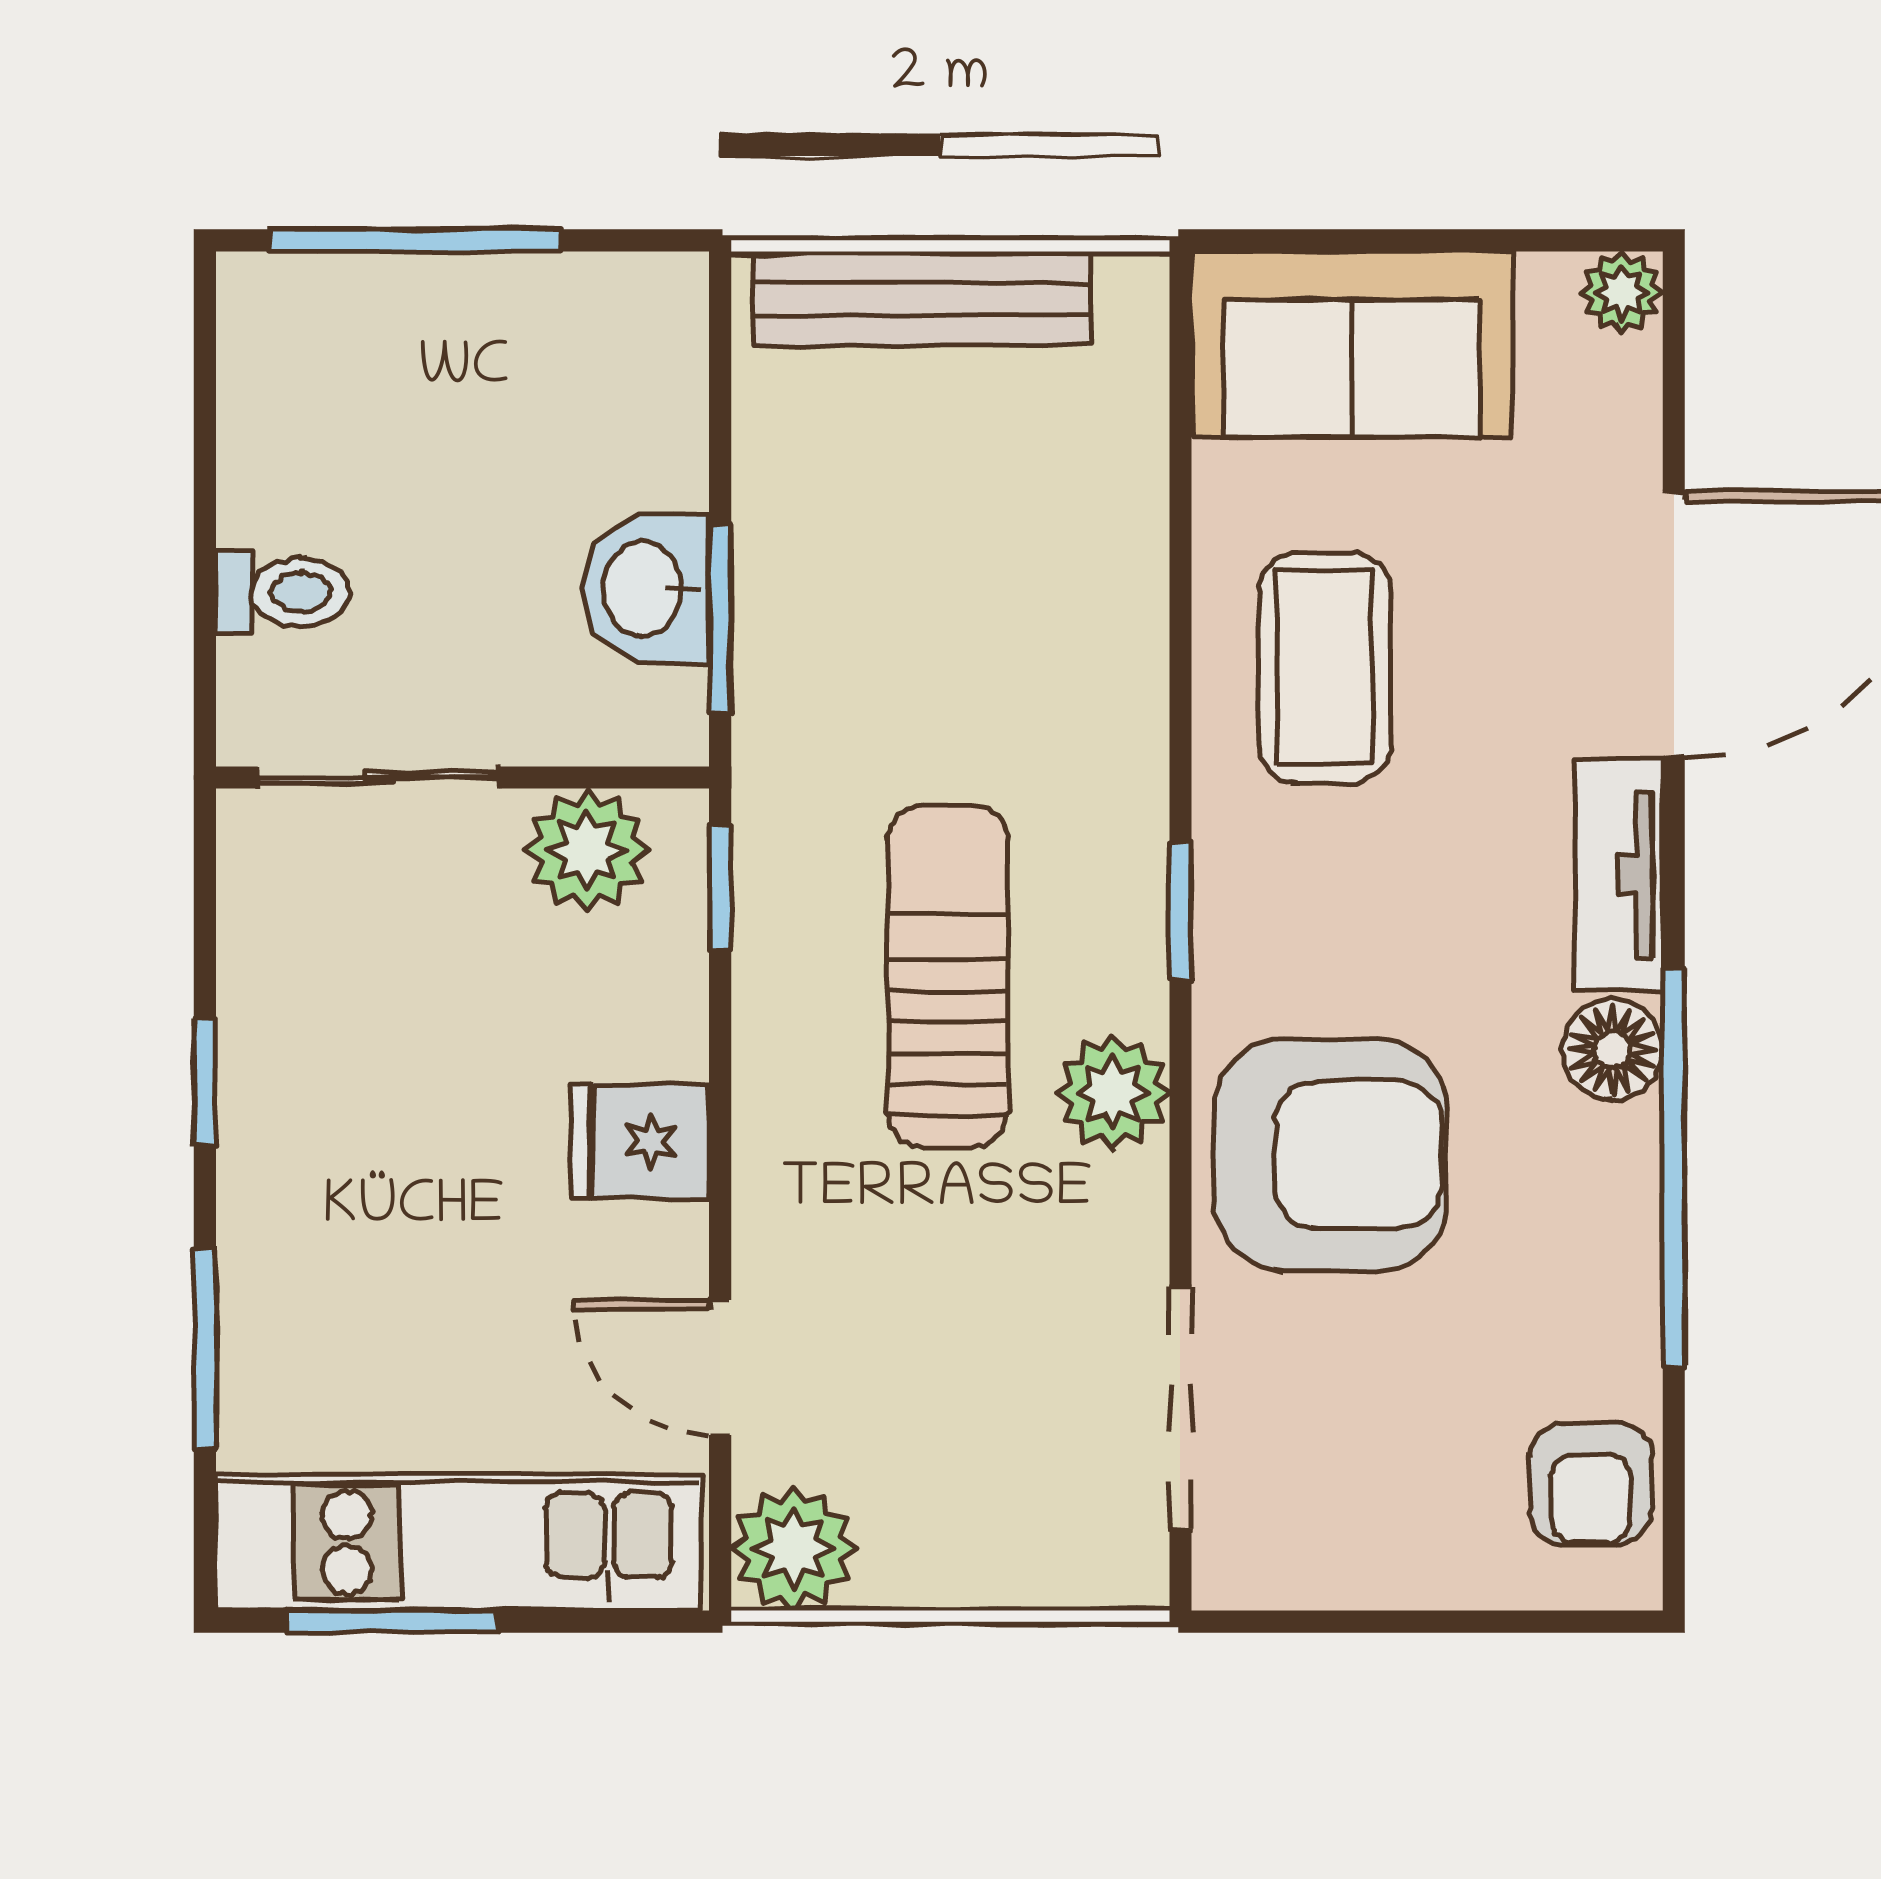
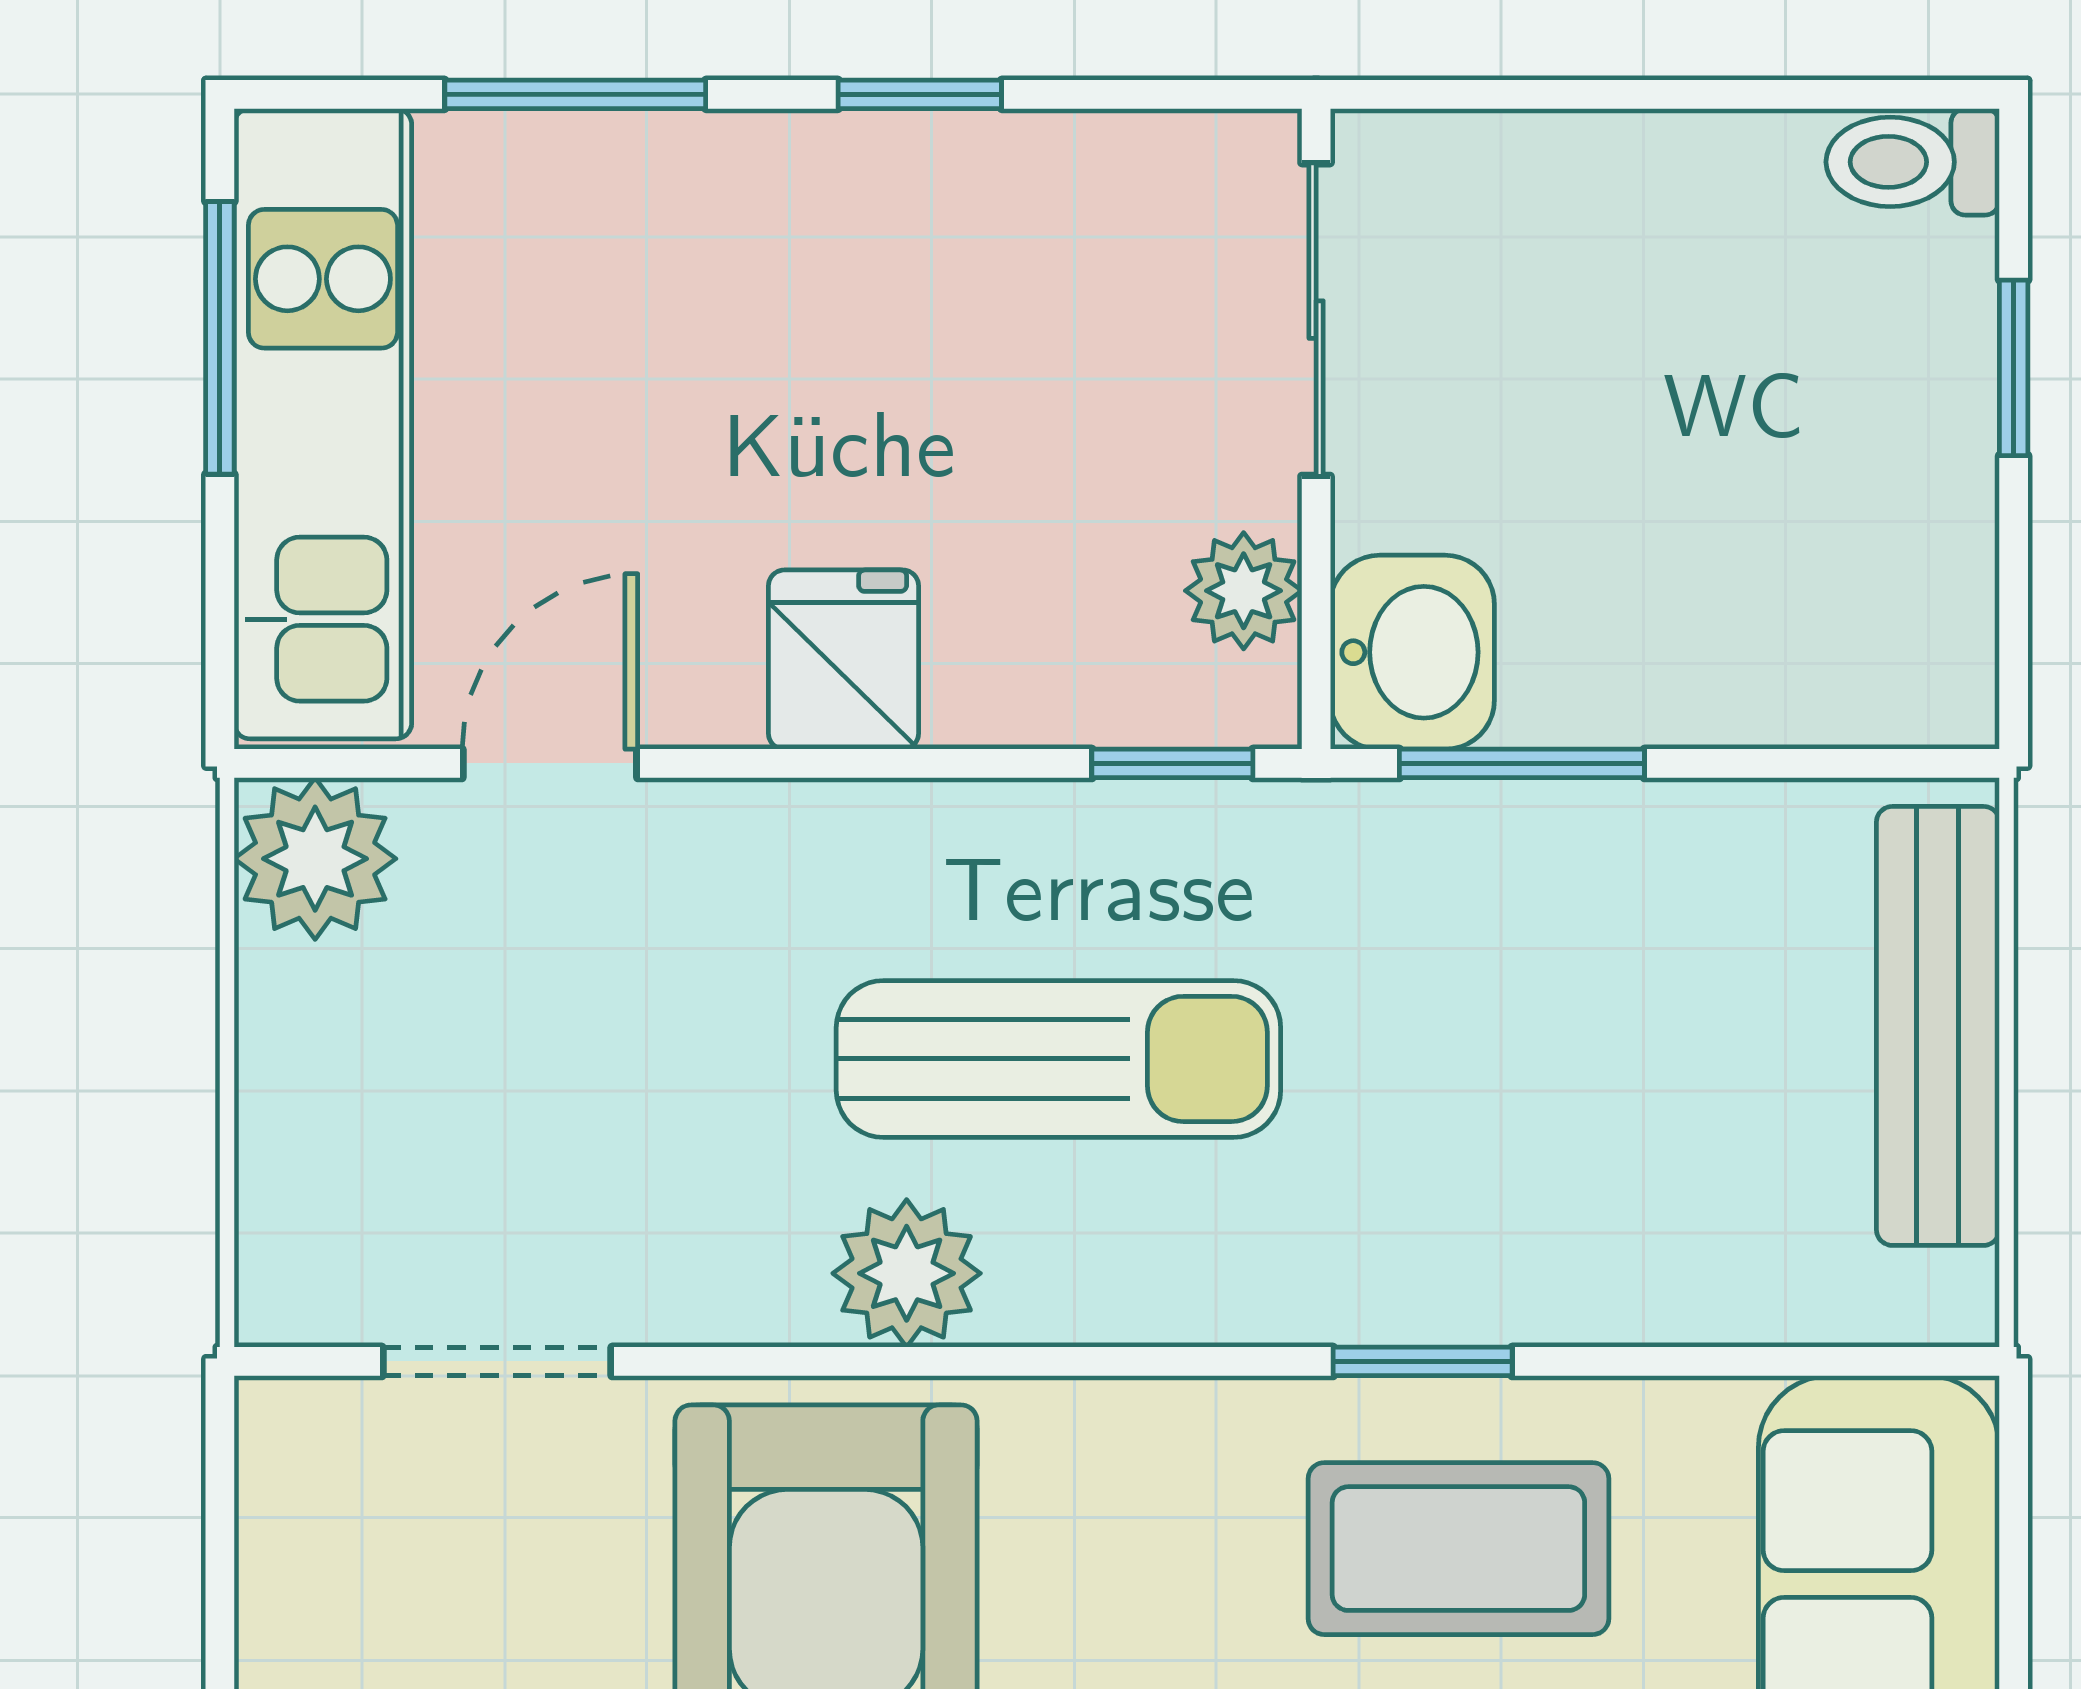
window: (415, 240) -> (2014, 368), width x0.46
washbasin: (646, 589) -> (1412, 652), moved, turned 90
toilet: (283, 592) -> (1913, 162), moved, turned 90
plant: (587, 850) -> (1244, 591), width x0.73, depth x0.73
window: (1180, 911) -> (1423, 1361), moved
doorway: (1180, 1408) -> (497, 1361), width x0.73

